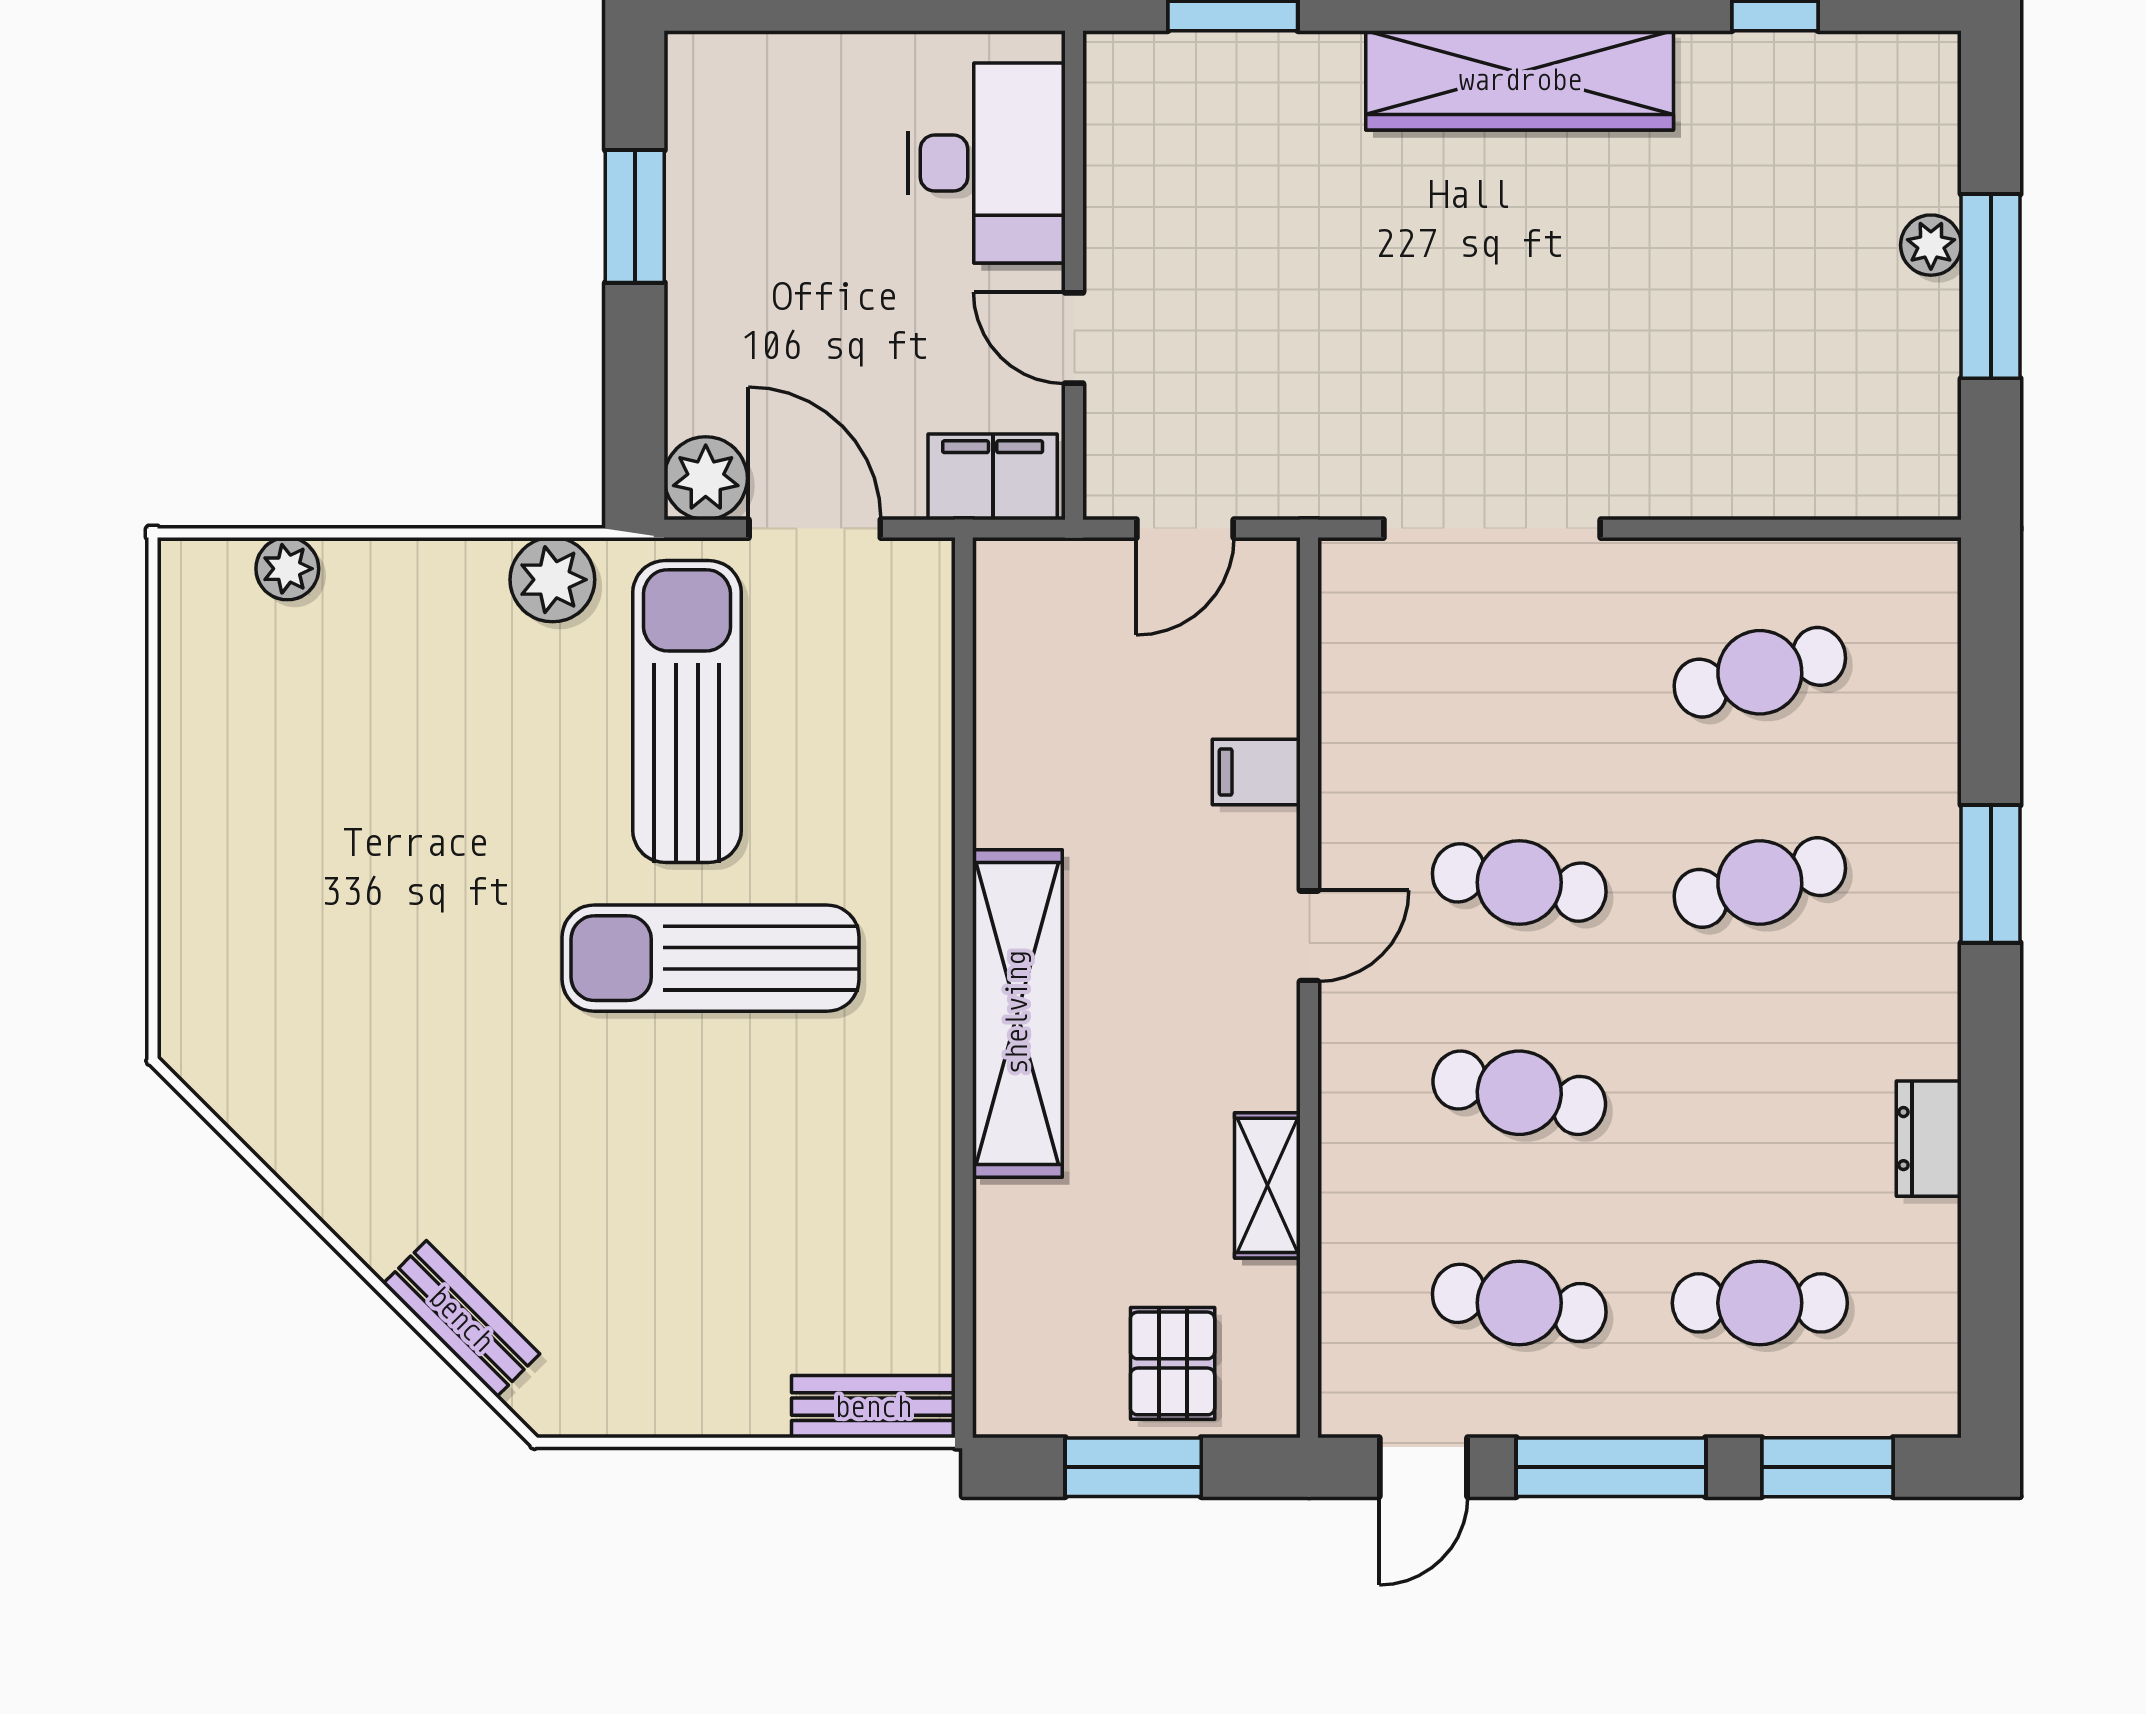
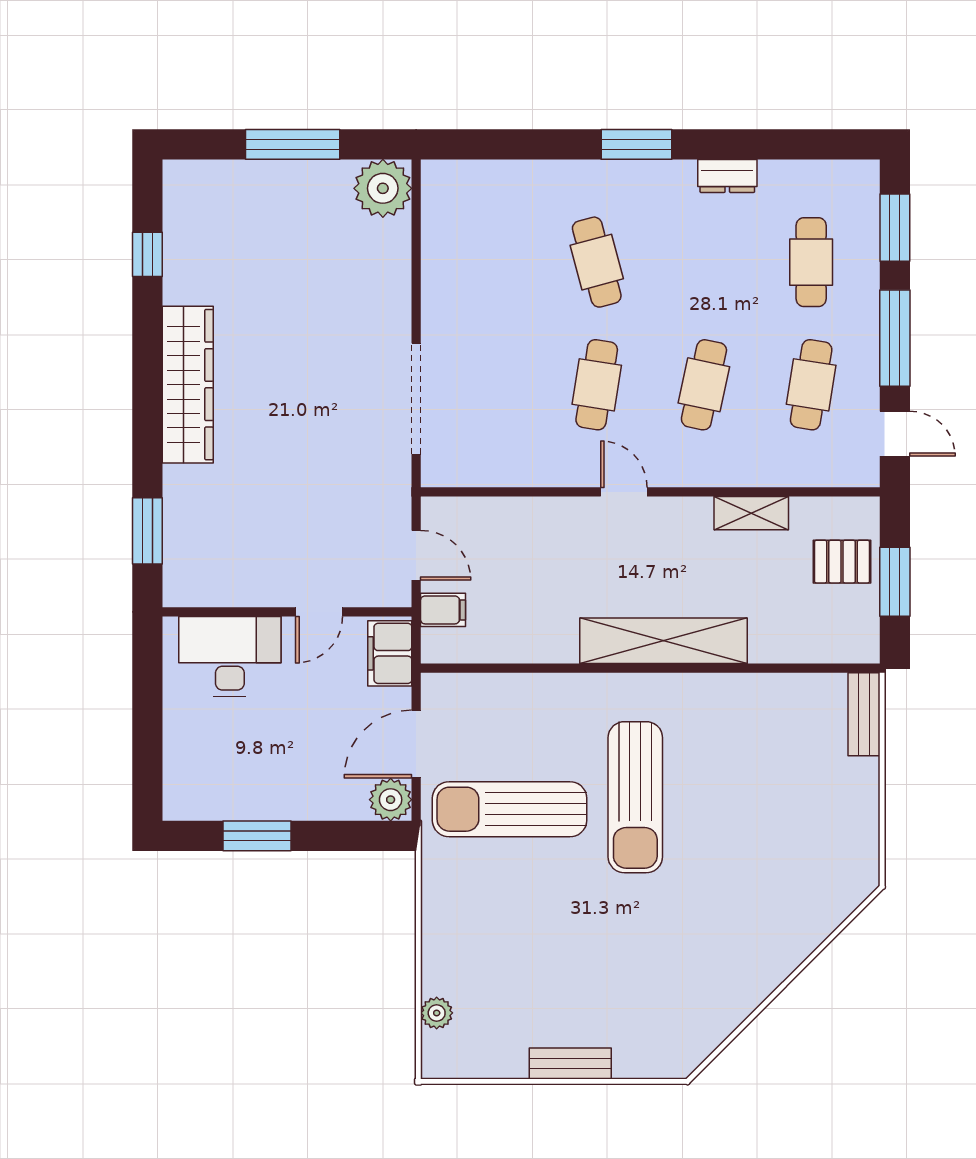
plant: (1931, 245) -> (383, 188), moved, width x1.87, depth x1.87
plant: (552, 580) -> (442, 878), removed
cafe table: (1760, 672) -> (490, 262), removed
filing cabinet: (1256, 772) -> (443, 610), moved, turned -90
window: (1991, 874) -> (637, 144), moved
bench: (461, 1319) -> (570, 1064), moved, turned 45

